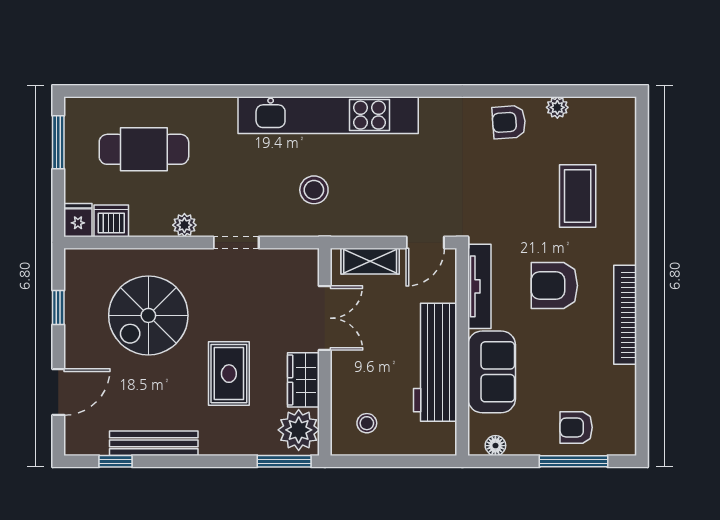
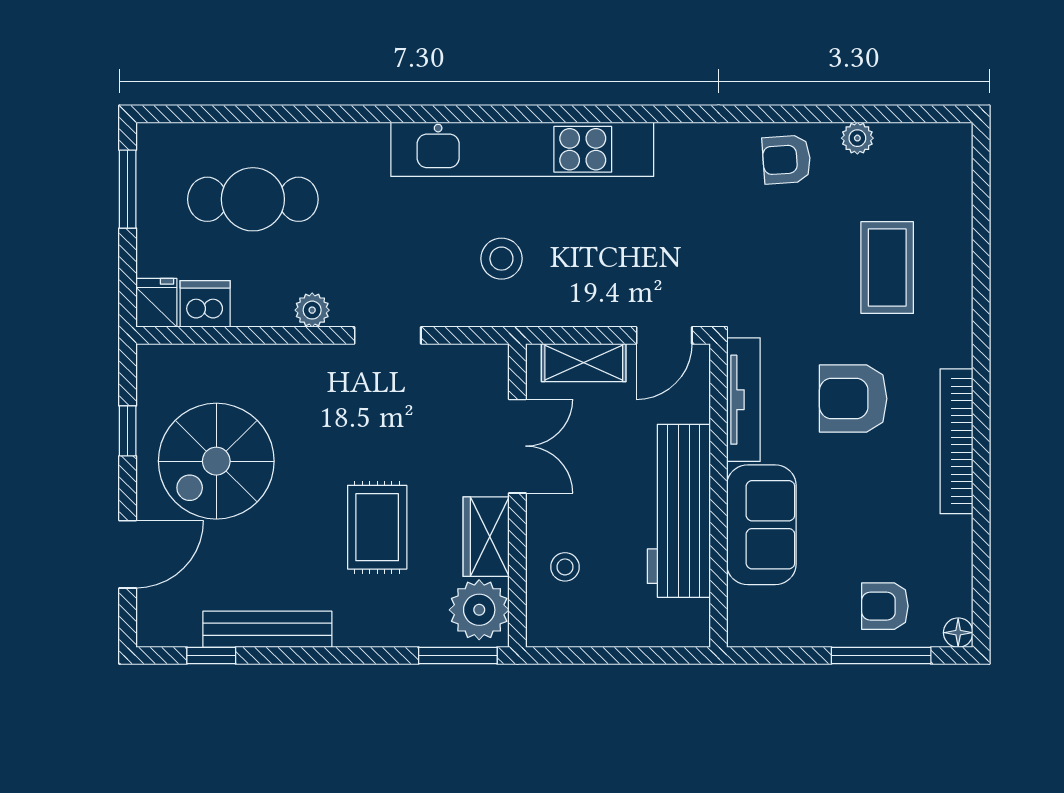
spiral stairs: (148, 315) -> (216, 461), moved
stool: (367, 423) -> (565, 567), moved
floor lamp: (495, 446) -> (958, 633), moved

